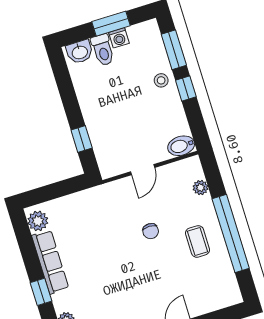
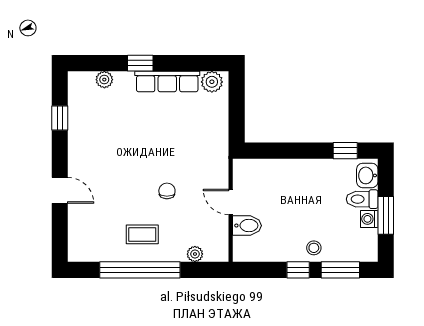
window: (82, 139) -> (345, 151), moved
bidet: (181, 146) -> (247, 226), moved, turned 90
chair: (151, 231) -> (167, 191), turned 90

